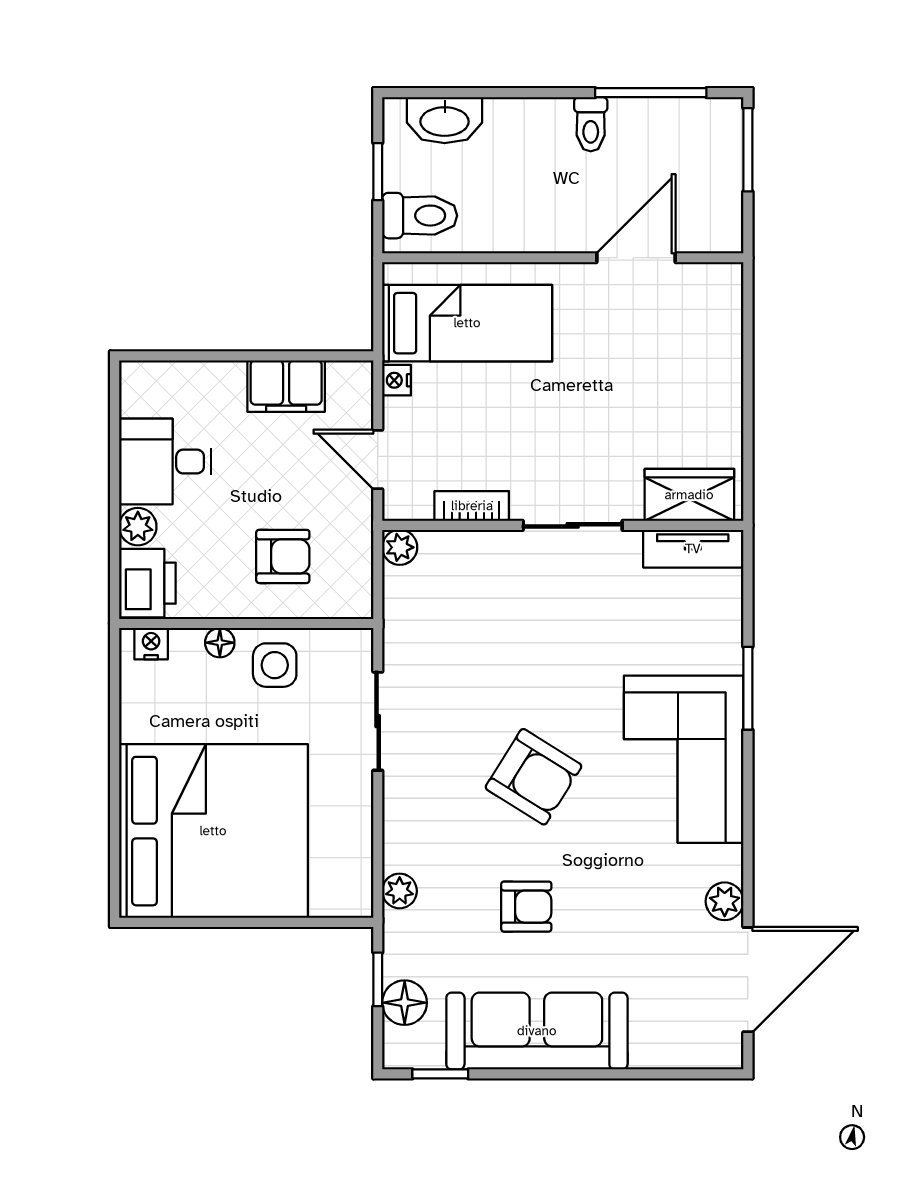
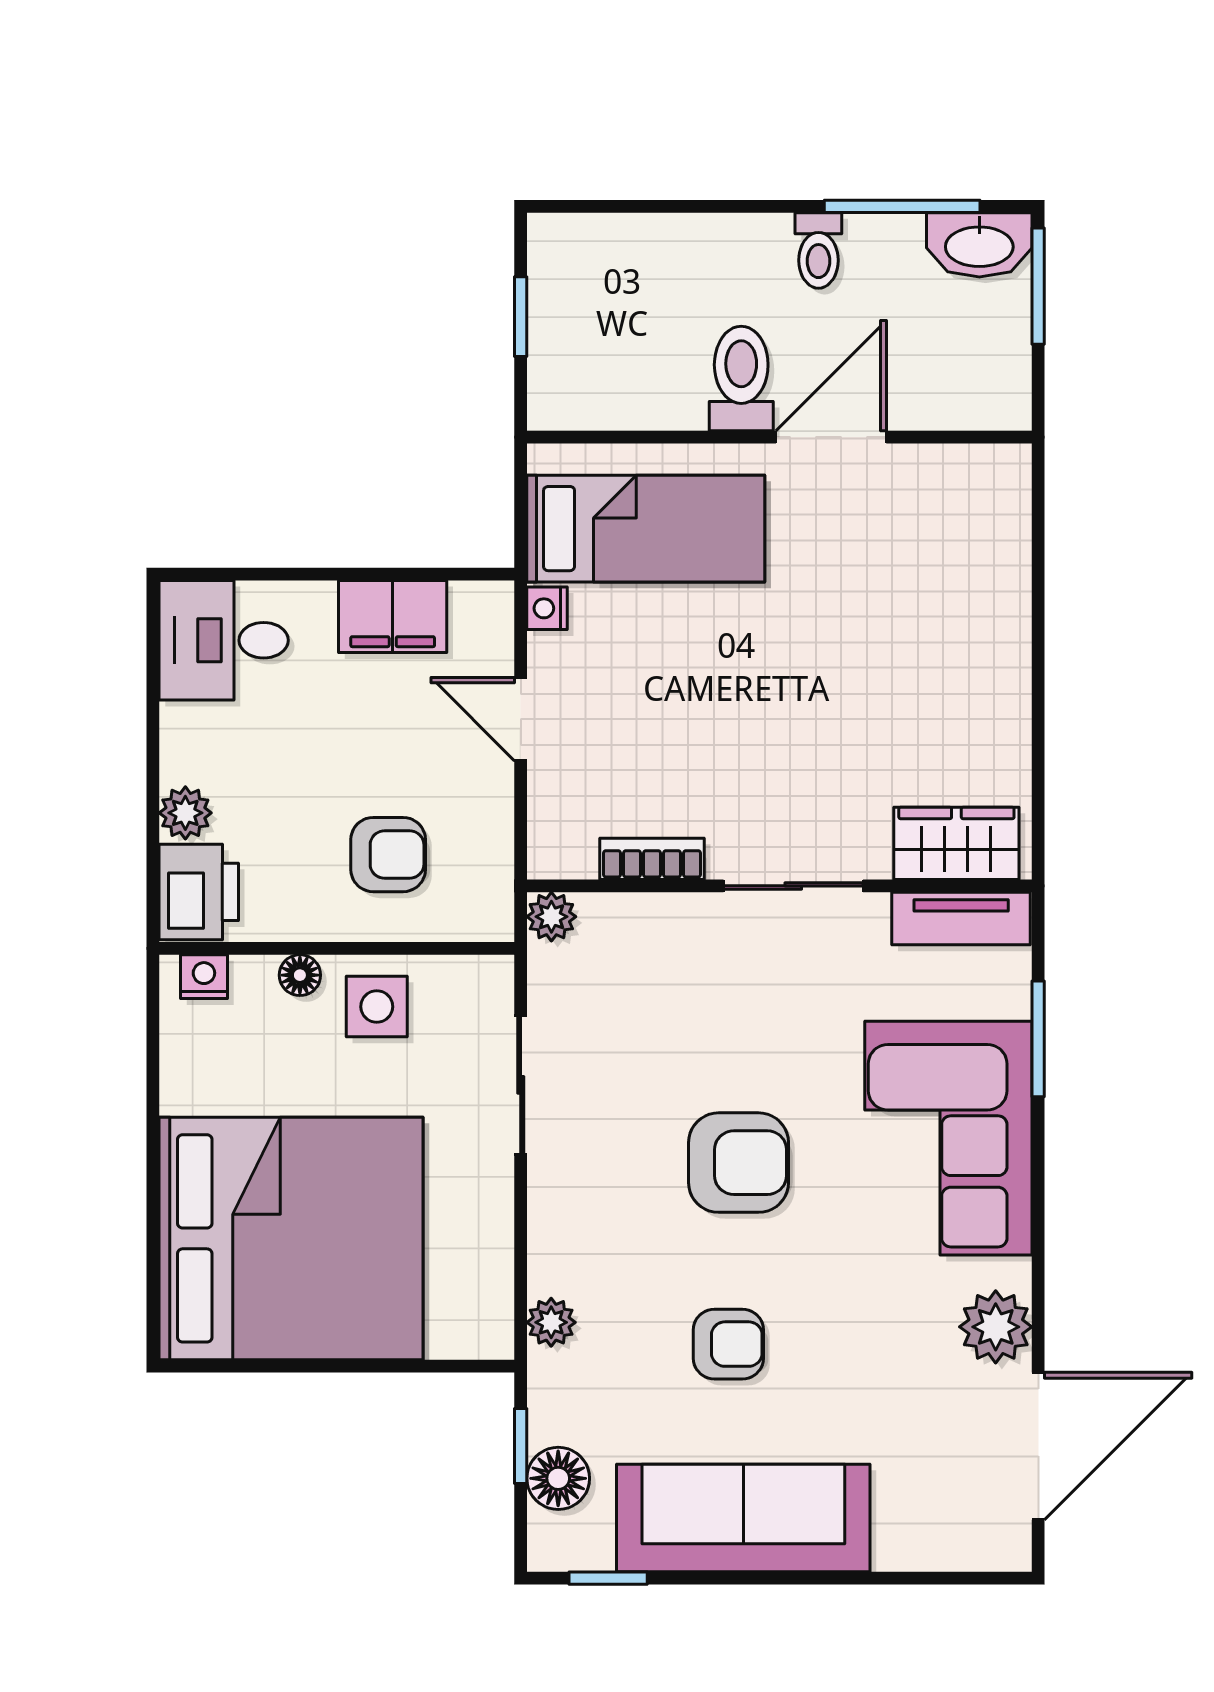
washbasin: (445, 120) -> (979, 245), moved
toilet: (420, 216) -> (741, 378), moved, turned -90
door: (636, 258) -> (831, 437), moved
desk: (165, 461) -> (224, 640), moved
wardrobe: (689, 495) -> (956, 843), moved
bookcase: (472, 506) -> (652, 859), moved
wall: (563, 525) -> (779, 886), moved
sliding door: (573, 525) -> (793, 886), moved
plant: (400, 547) -> (551, 917), moved
tv unit: (693, 549) -> (961, 919), moved
armchair: (534, 777) -> (739, 1163), turned -32
plant: (725, 901) -> (996, 1327), width x1.38, depth x1.38

